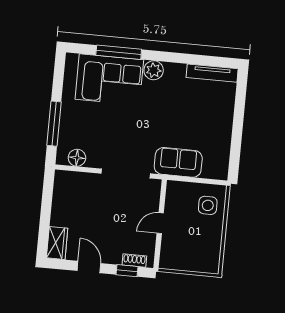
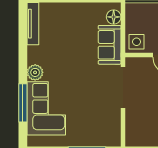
floor lamp: (77, 158) -> (114, 17), moved
side table: (208, 205) -> (137, 42), moved

